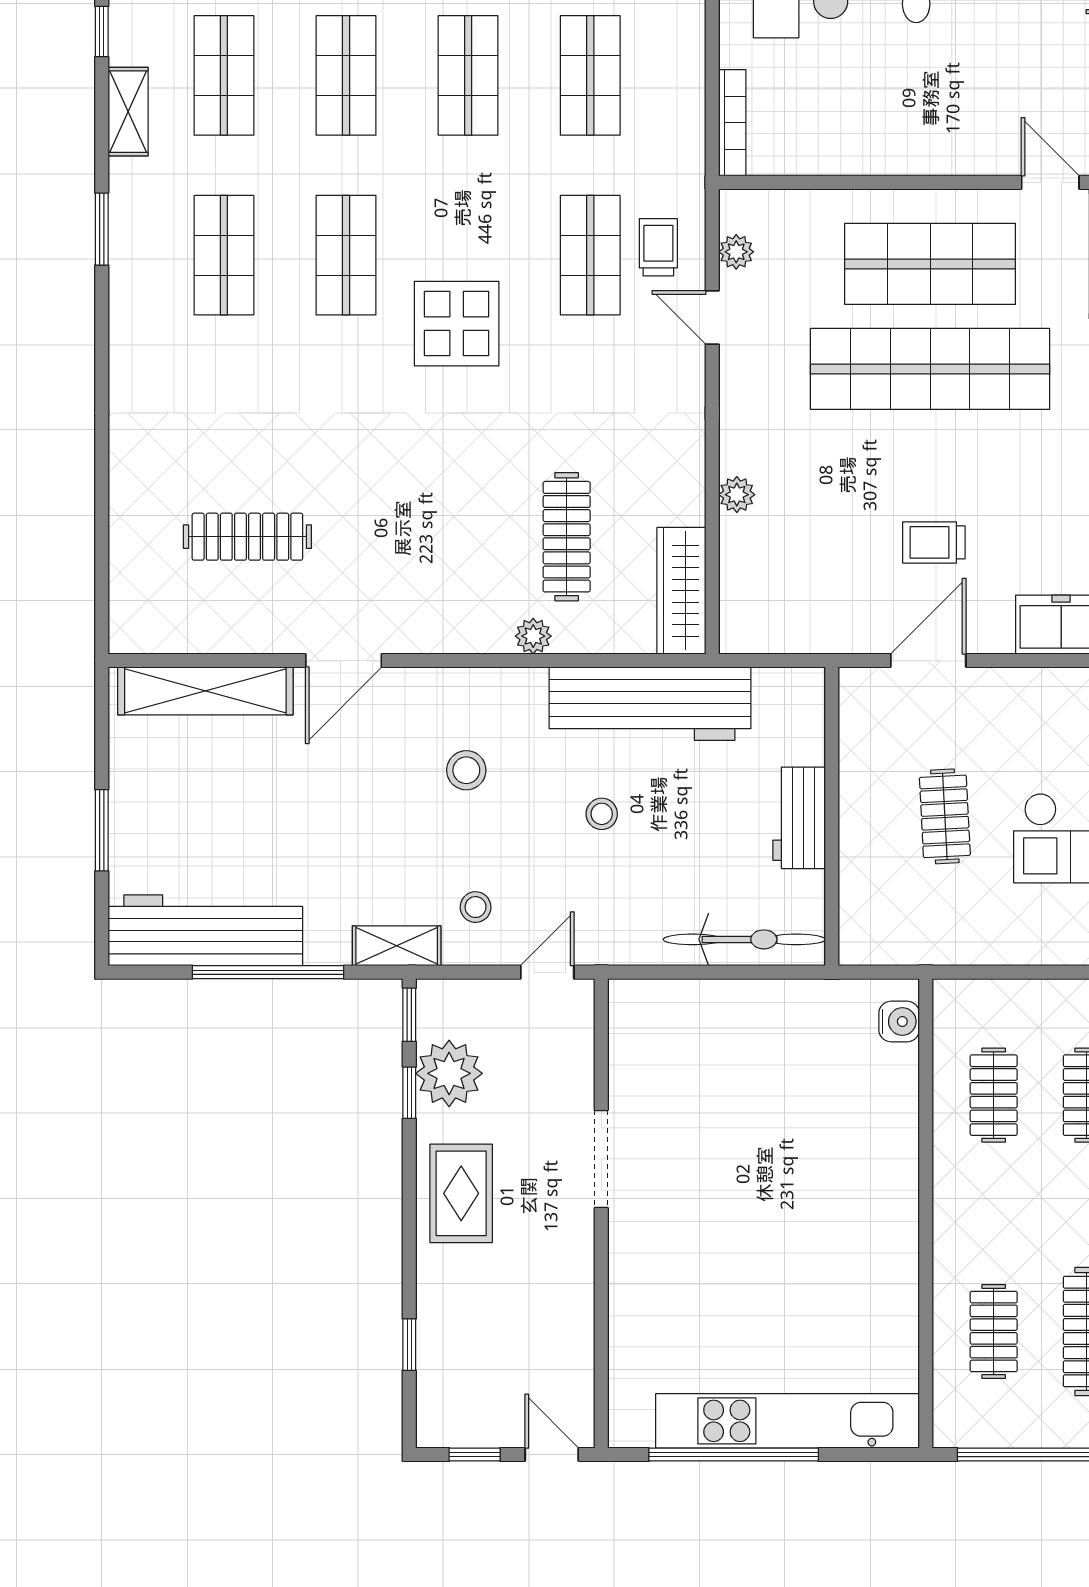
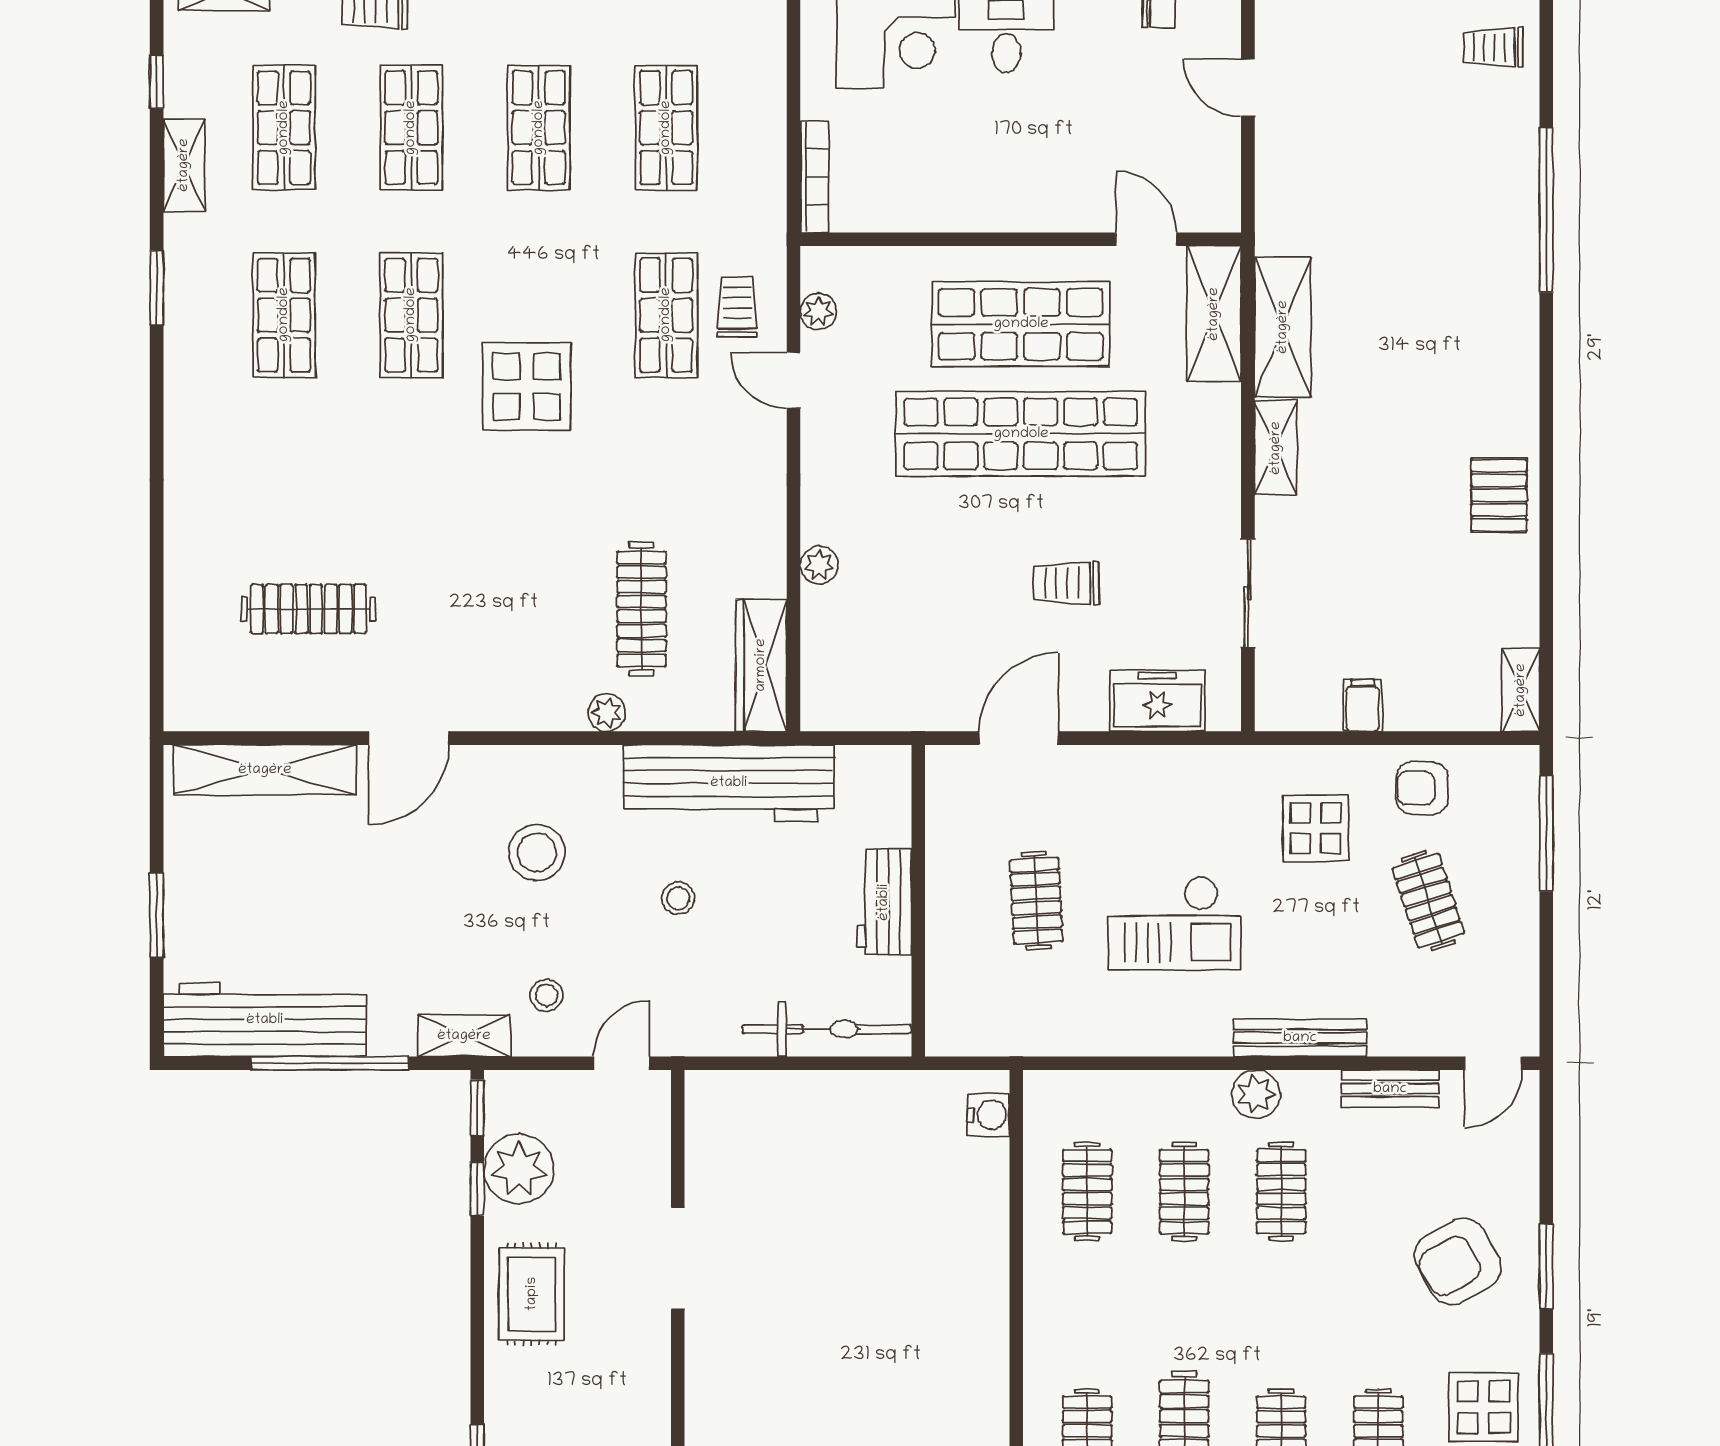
trolley: (934, 542) -> (1066, 583), moved
stool: (466, 770) -> (537, 853), width x1.38, depth x1.38

